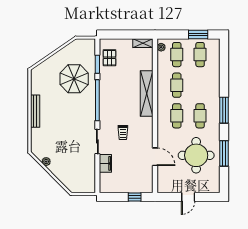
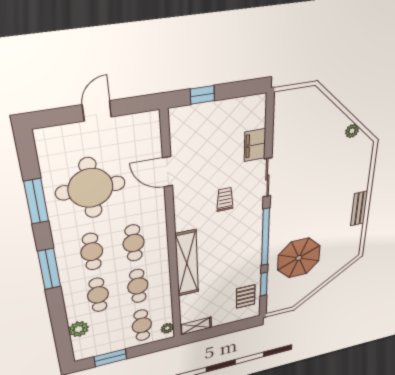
cafe table: (200, 55) -> (98, 295), moved
plant: (214, 63) -> (79, 329), added
bench: (35, 111) -> (359, 209), width x0.73

